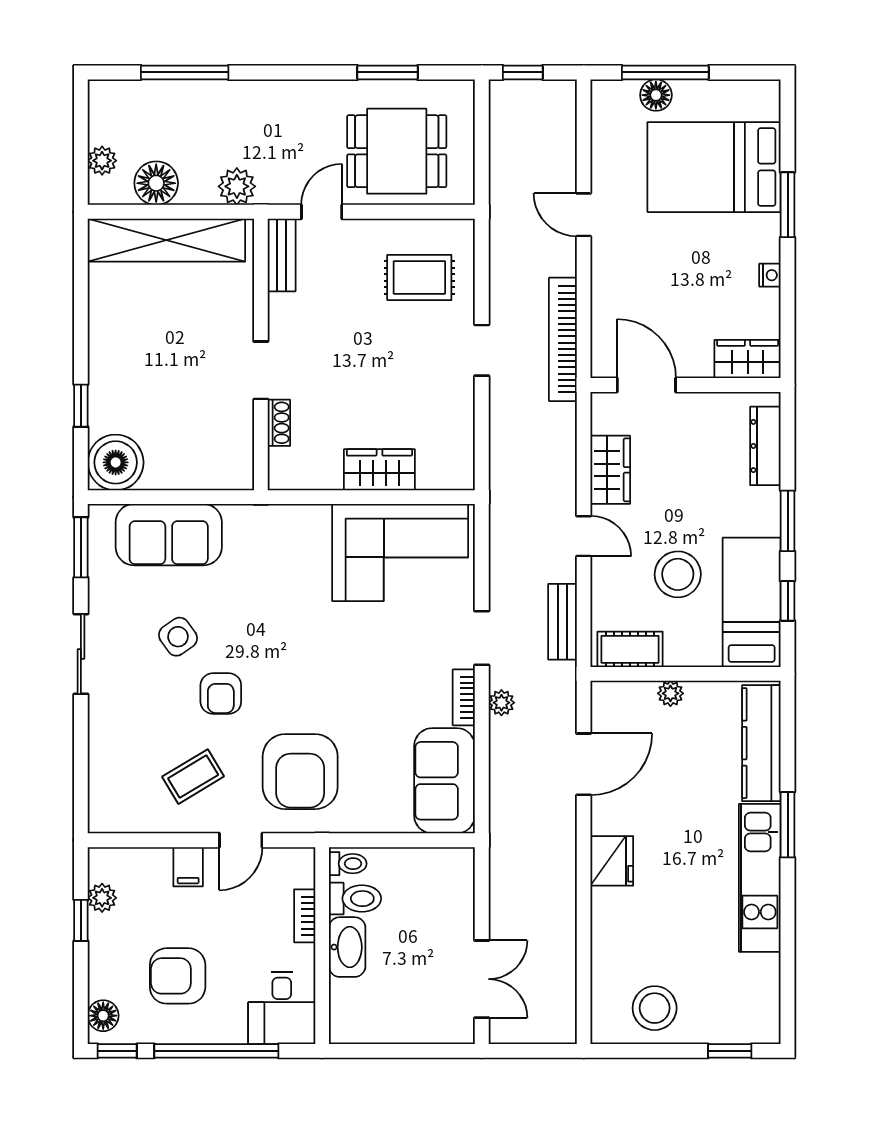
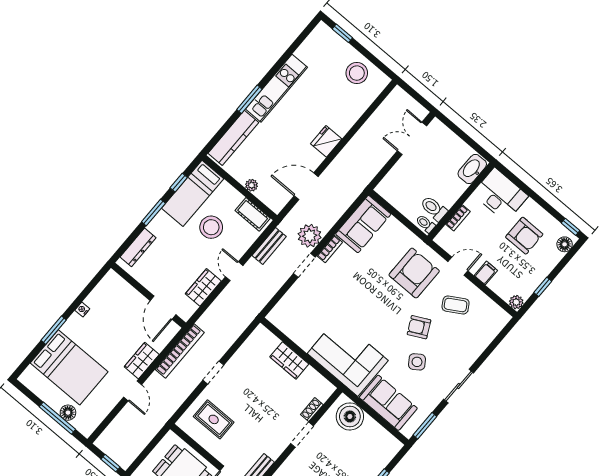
wardrobe: (748, 359) -> (142, 361), moved, turned 90
boiler: (116, 462) -> (350, 416), moved
corner sofa: (400, 552) -> (348, 357), moved
armchair: (221, 694) -> (419, 327), turned -117
plant: (501, 703) -> (310, 236), width x1.87, depth x1.87
plant: (102, 898) -> (516, 302), moved
washbasin: (347, 947) -> (472, 169), moved
desk: (282, 1008) -> (500, 195), width x1.37
window: (216, 1051) -> (533, 195), removed

